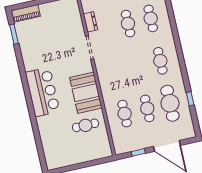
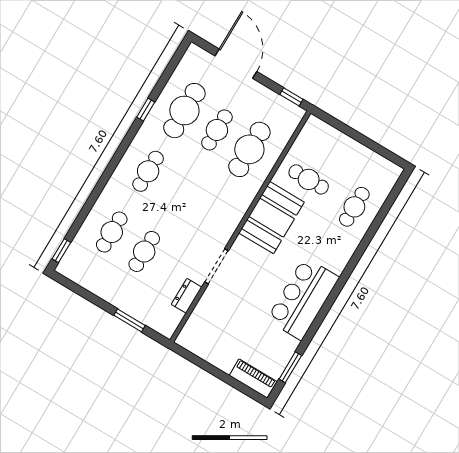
bar counter: (42, 92) -> (303, 299), moved
window: (190, 99) -> (146, 110), moved
cafe table: (125, 114) -> (249, 149), width x1.37, depth x1.35
cafe table: (54, 133) -> (354, 207), added
window: (138, 152) -> (291, 97), moved

